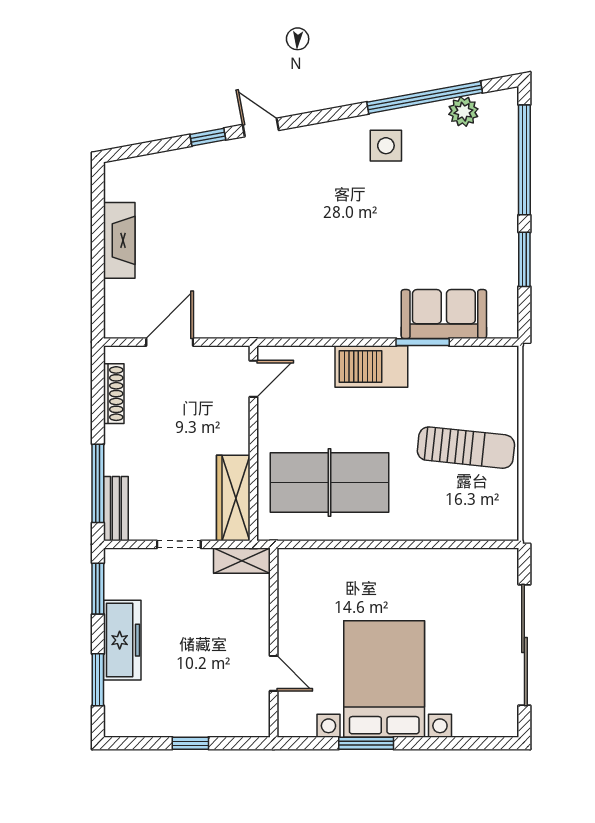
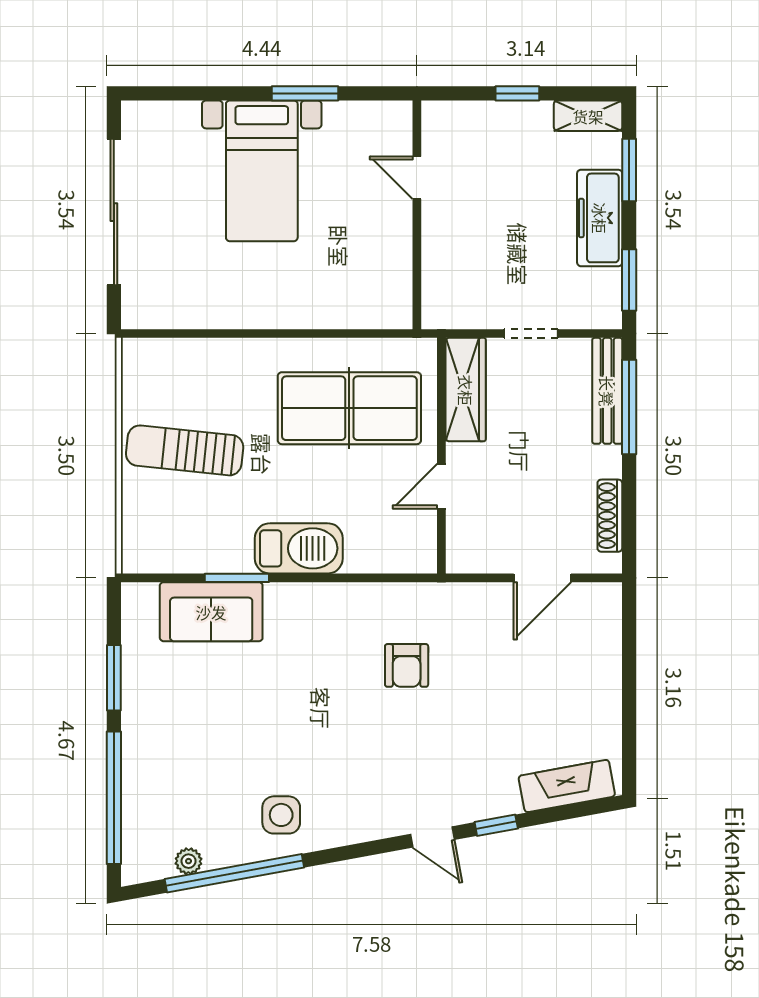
plant: (463, 112) -> (189, 861), width x0.73, depth x0.73
fireplace: (119, 240) -> (567, 786), moved, turned 80
armchair: (282, 270) -> (407, 665), added
door: (253, 379) -> (441, 486), moved
bench: (116, 509) -> (607, 391), width x1.36
shelving: (242, 561) -> (588, 116), moved
bed with nightstands: (384, 679) -> (262, 171), width x0.73

